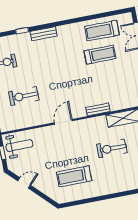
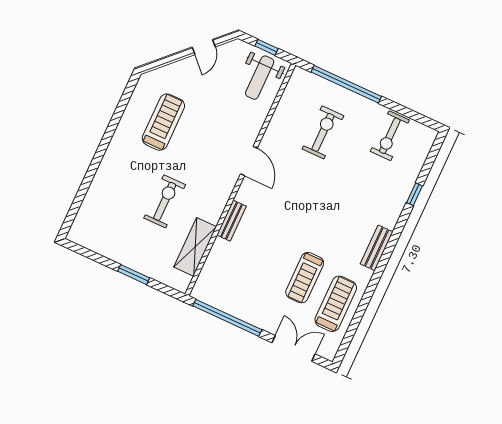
bench: (44, 34) -> (377, 248), moved

